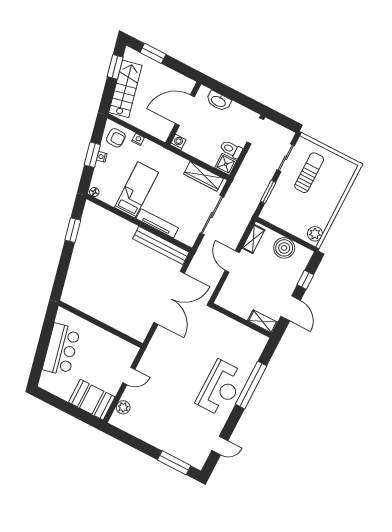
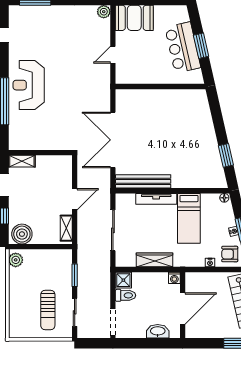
wardrobe: (204, 176) -> (155, 260), moved
boiler: (284, 248) -> (22, 234), moved
door: (232, 262) -> (75, 199), hinge flipped
window: (44, 342) -> (201, 46), added
plant: (123, 407) -> (104, 12), moved

